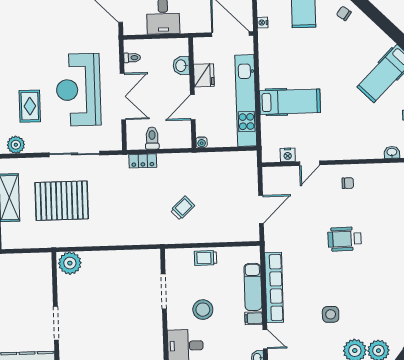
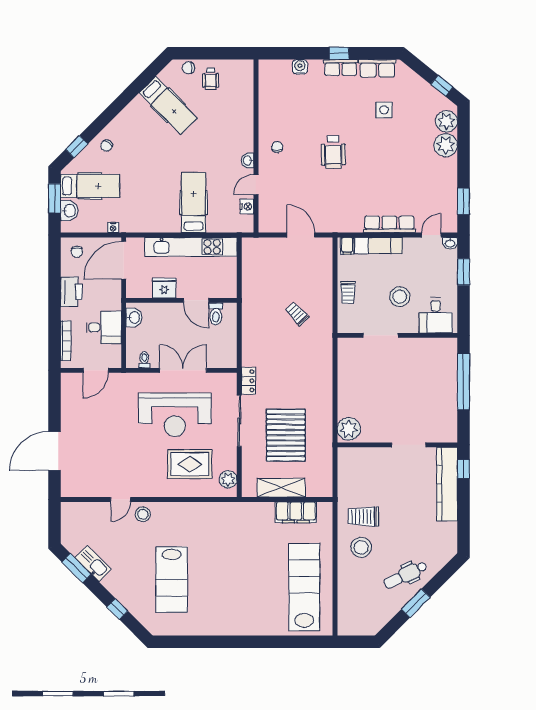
washbasin: (181, 66) -> (134, 318), moved, turned -90
rug: (30, 106) -> (190, 464), width x1.36, depth x1.43
toilet: (152, 138) -> (216, 314), moved, turned -90
water cooler: (202, 142) -> (232, 293), removed
washbasin: (392, 152) -> (248, 161), moved
locker: (143, 161) -> (248, 381), moved
door: (310, 163) -> (256, 185), swing flipped
row of seats: (274, 288) -> (389, 224), width x0.73
side table: (331, 314) -> (384, 110), moved
filing cabinet: (254, 318) -> (347, 246), moved

